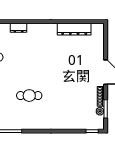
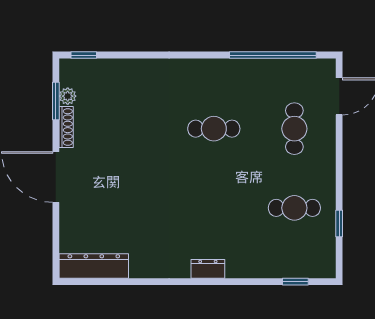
dresser: (19, 28) -> (208, 269), moved
dresser: (74, 29) -> (94, 266), moved

